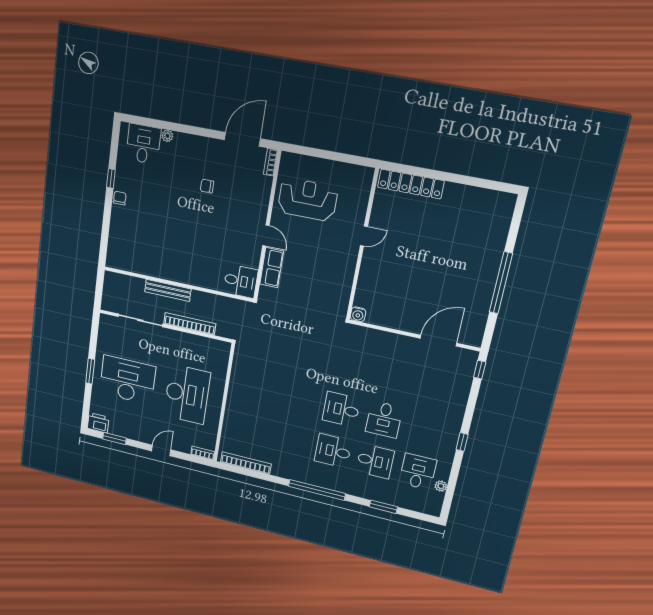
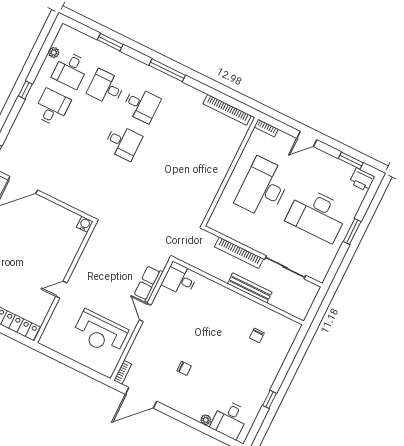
chair: (120, 198) -> (257, 335), moved
desk: (384, 419) -> (52, 107), moved
window: (317, 490) -> (167, 70), width x0.68

